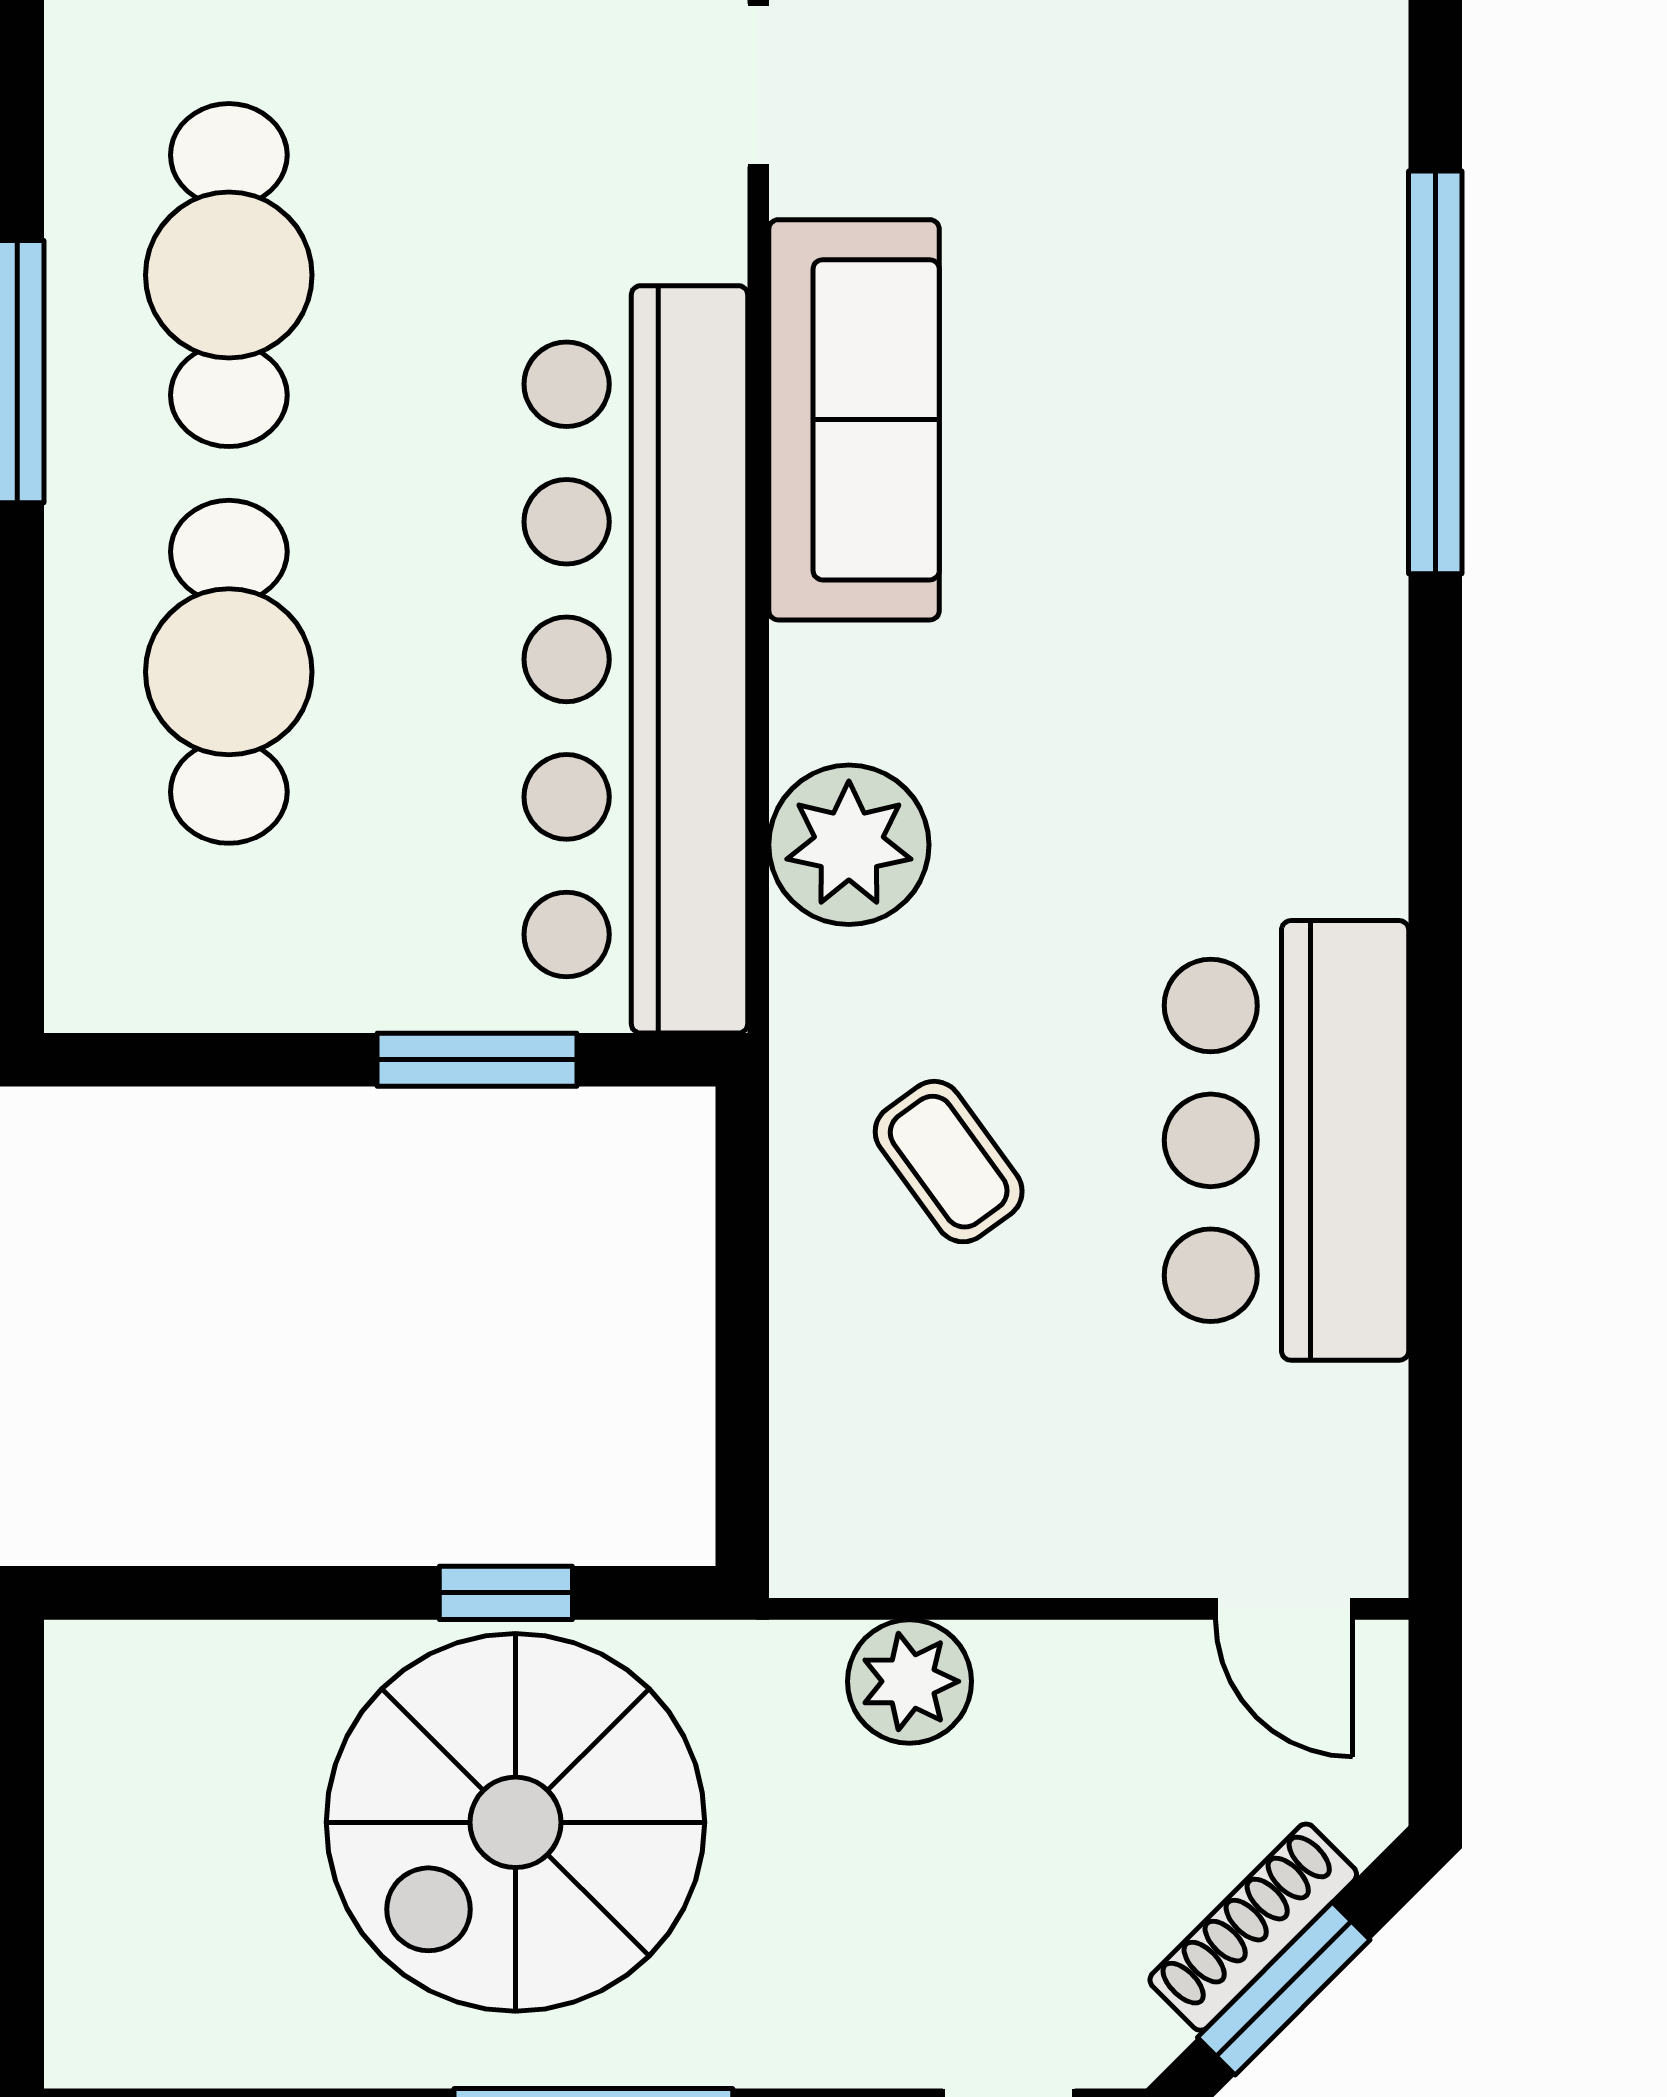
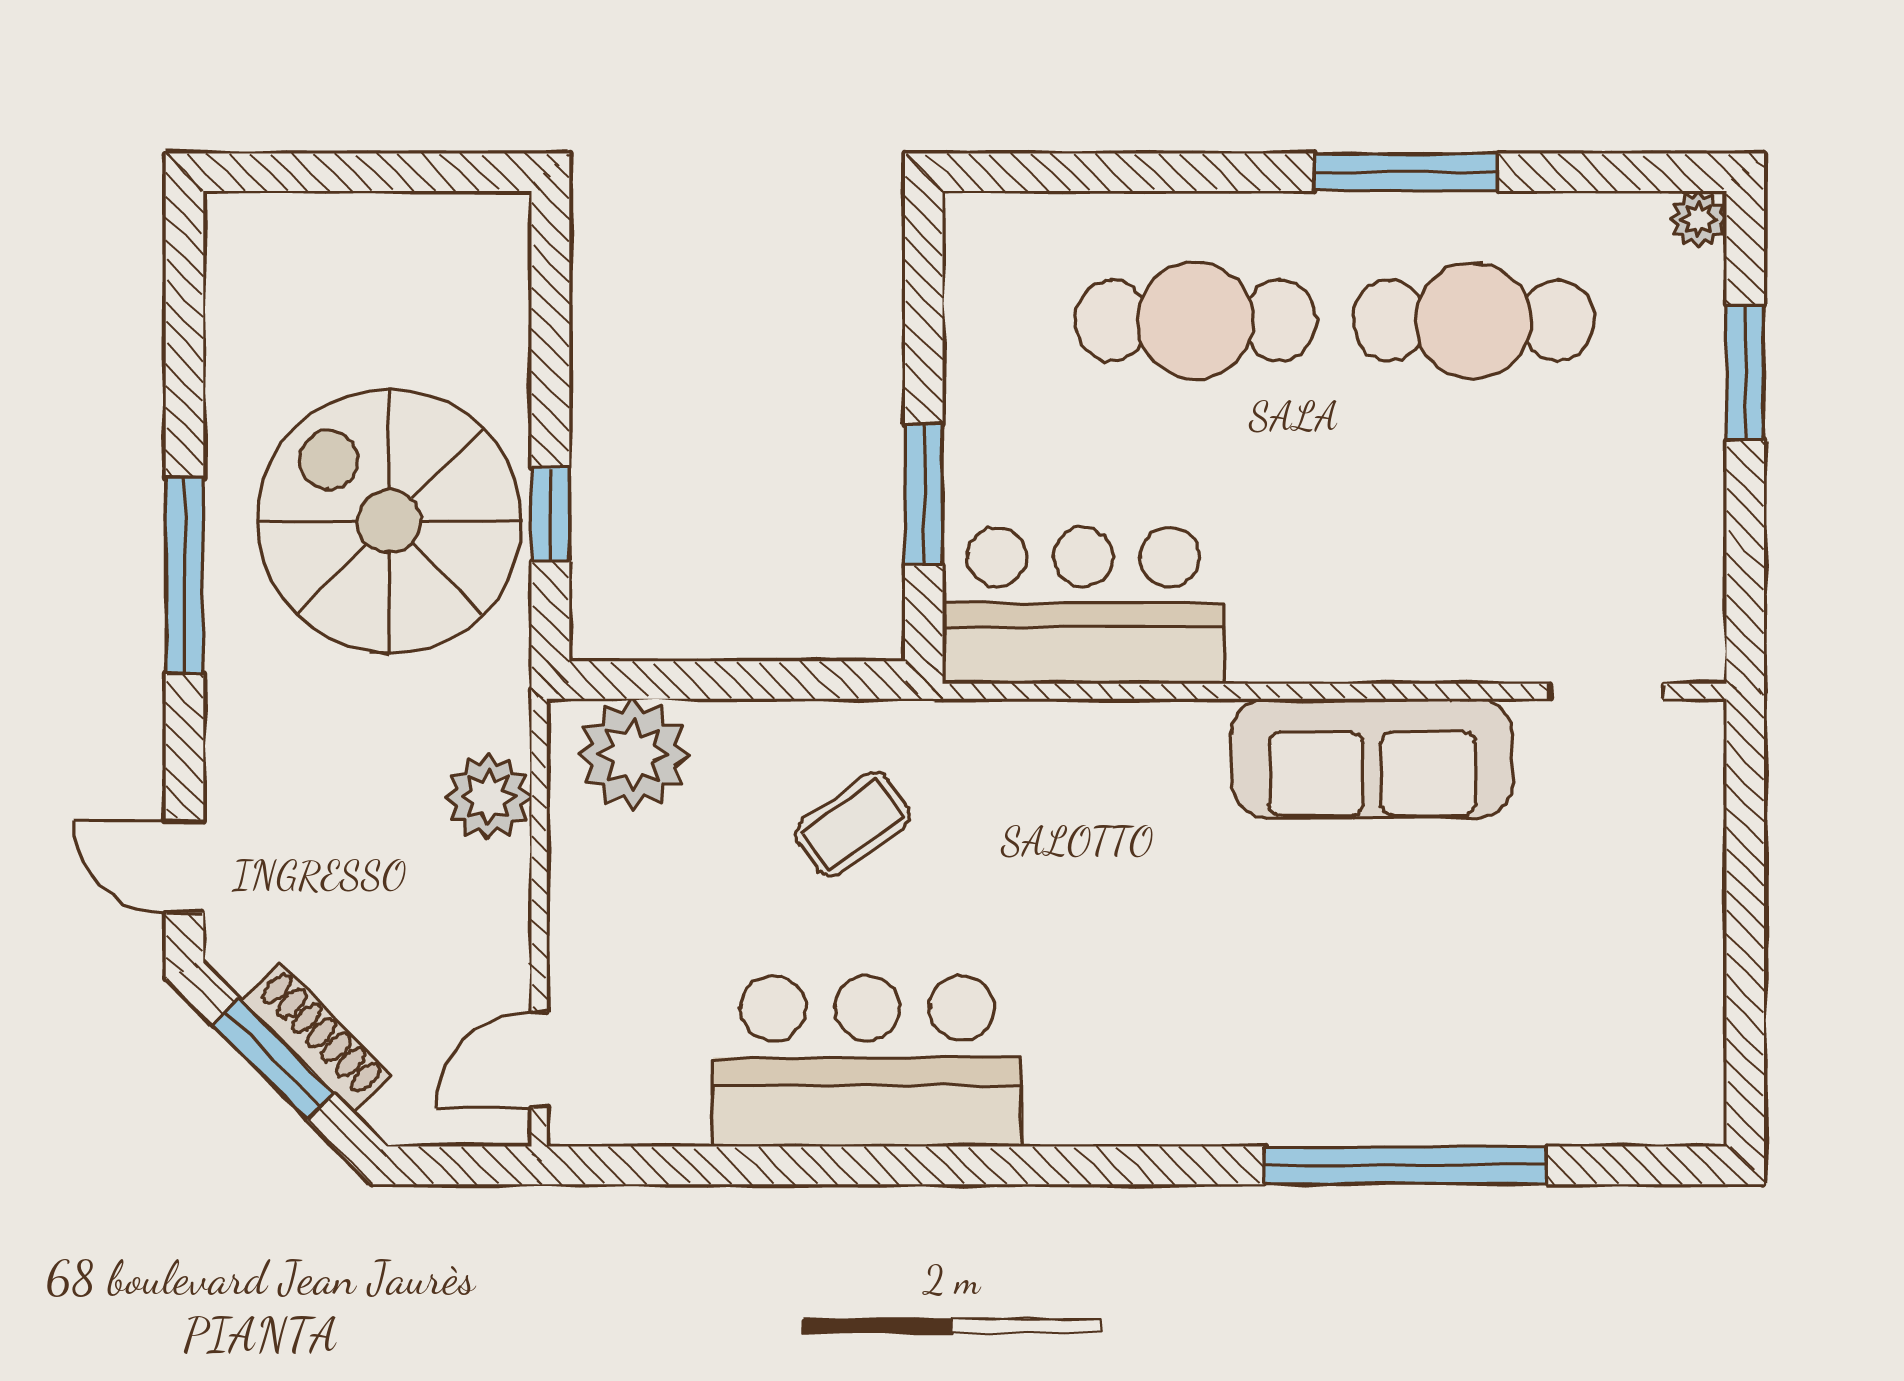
bar counter: (636, 659) -> (1083, 605), width x0.54
plant: (849, 845) -> (633, 755), moved

